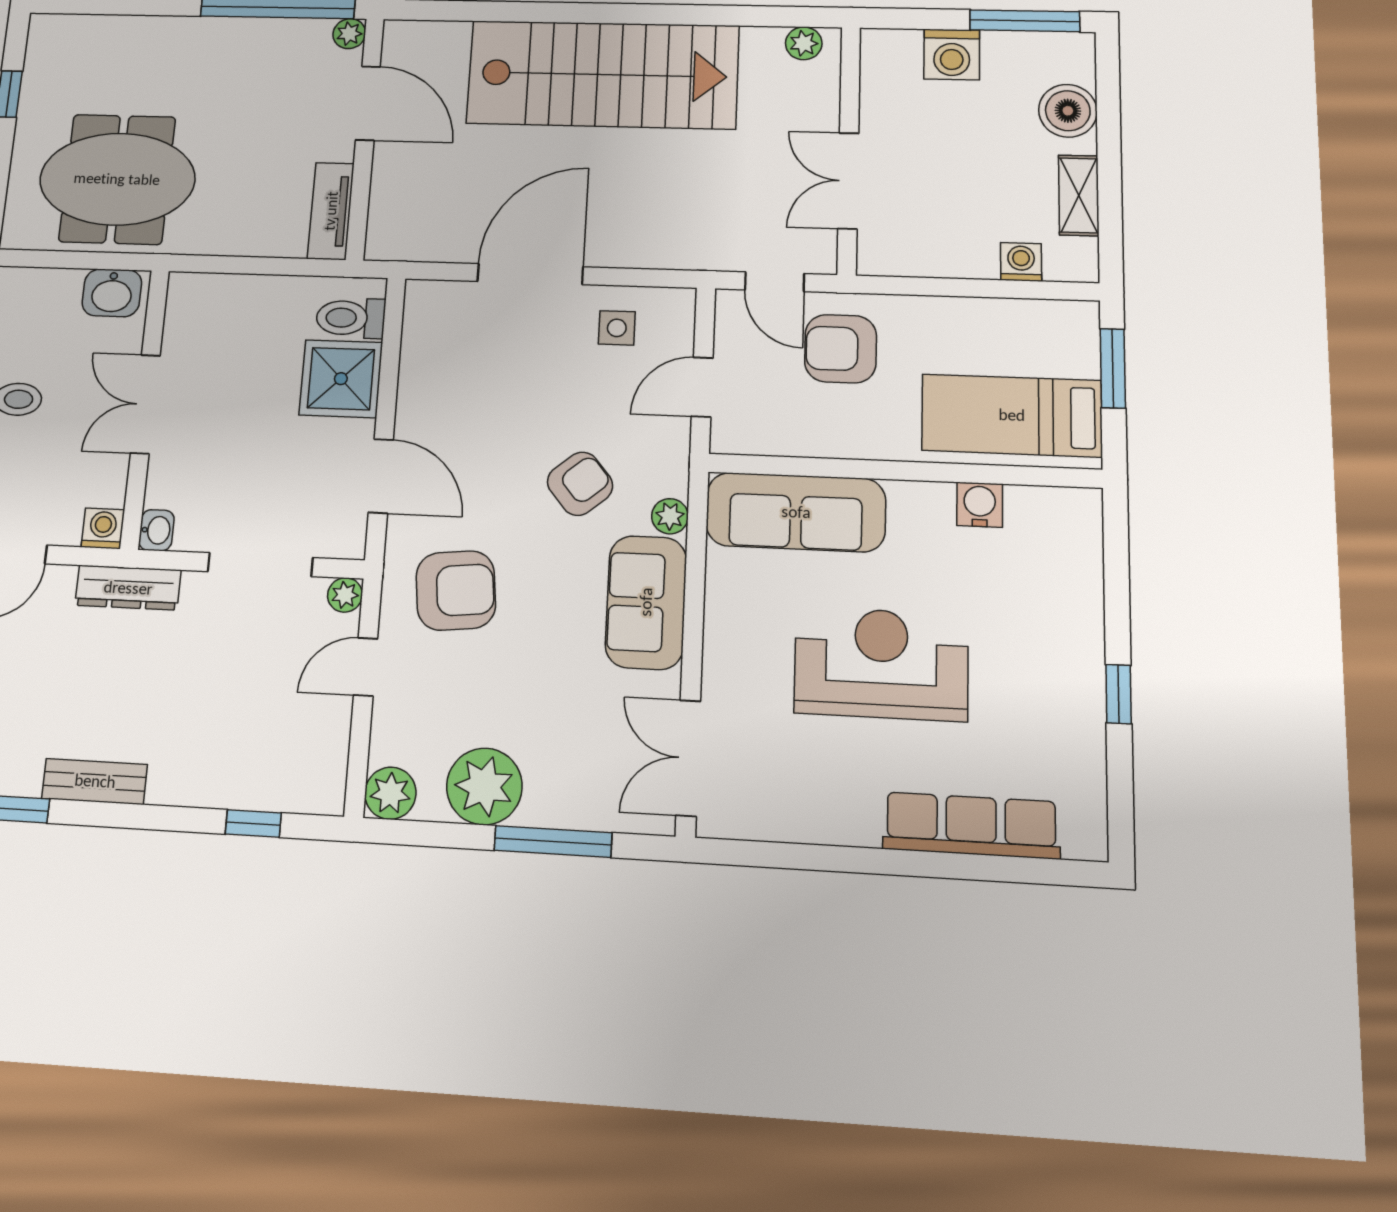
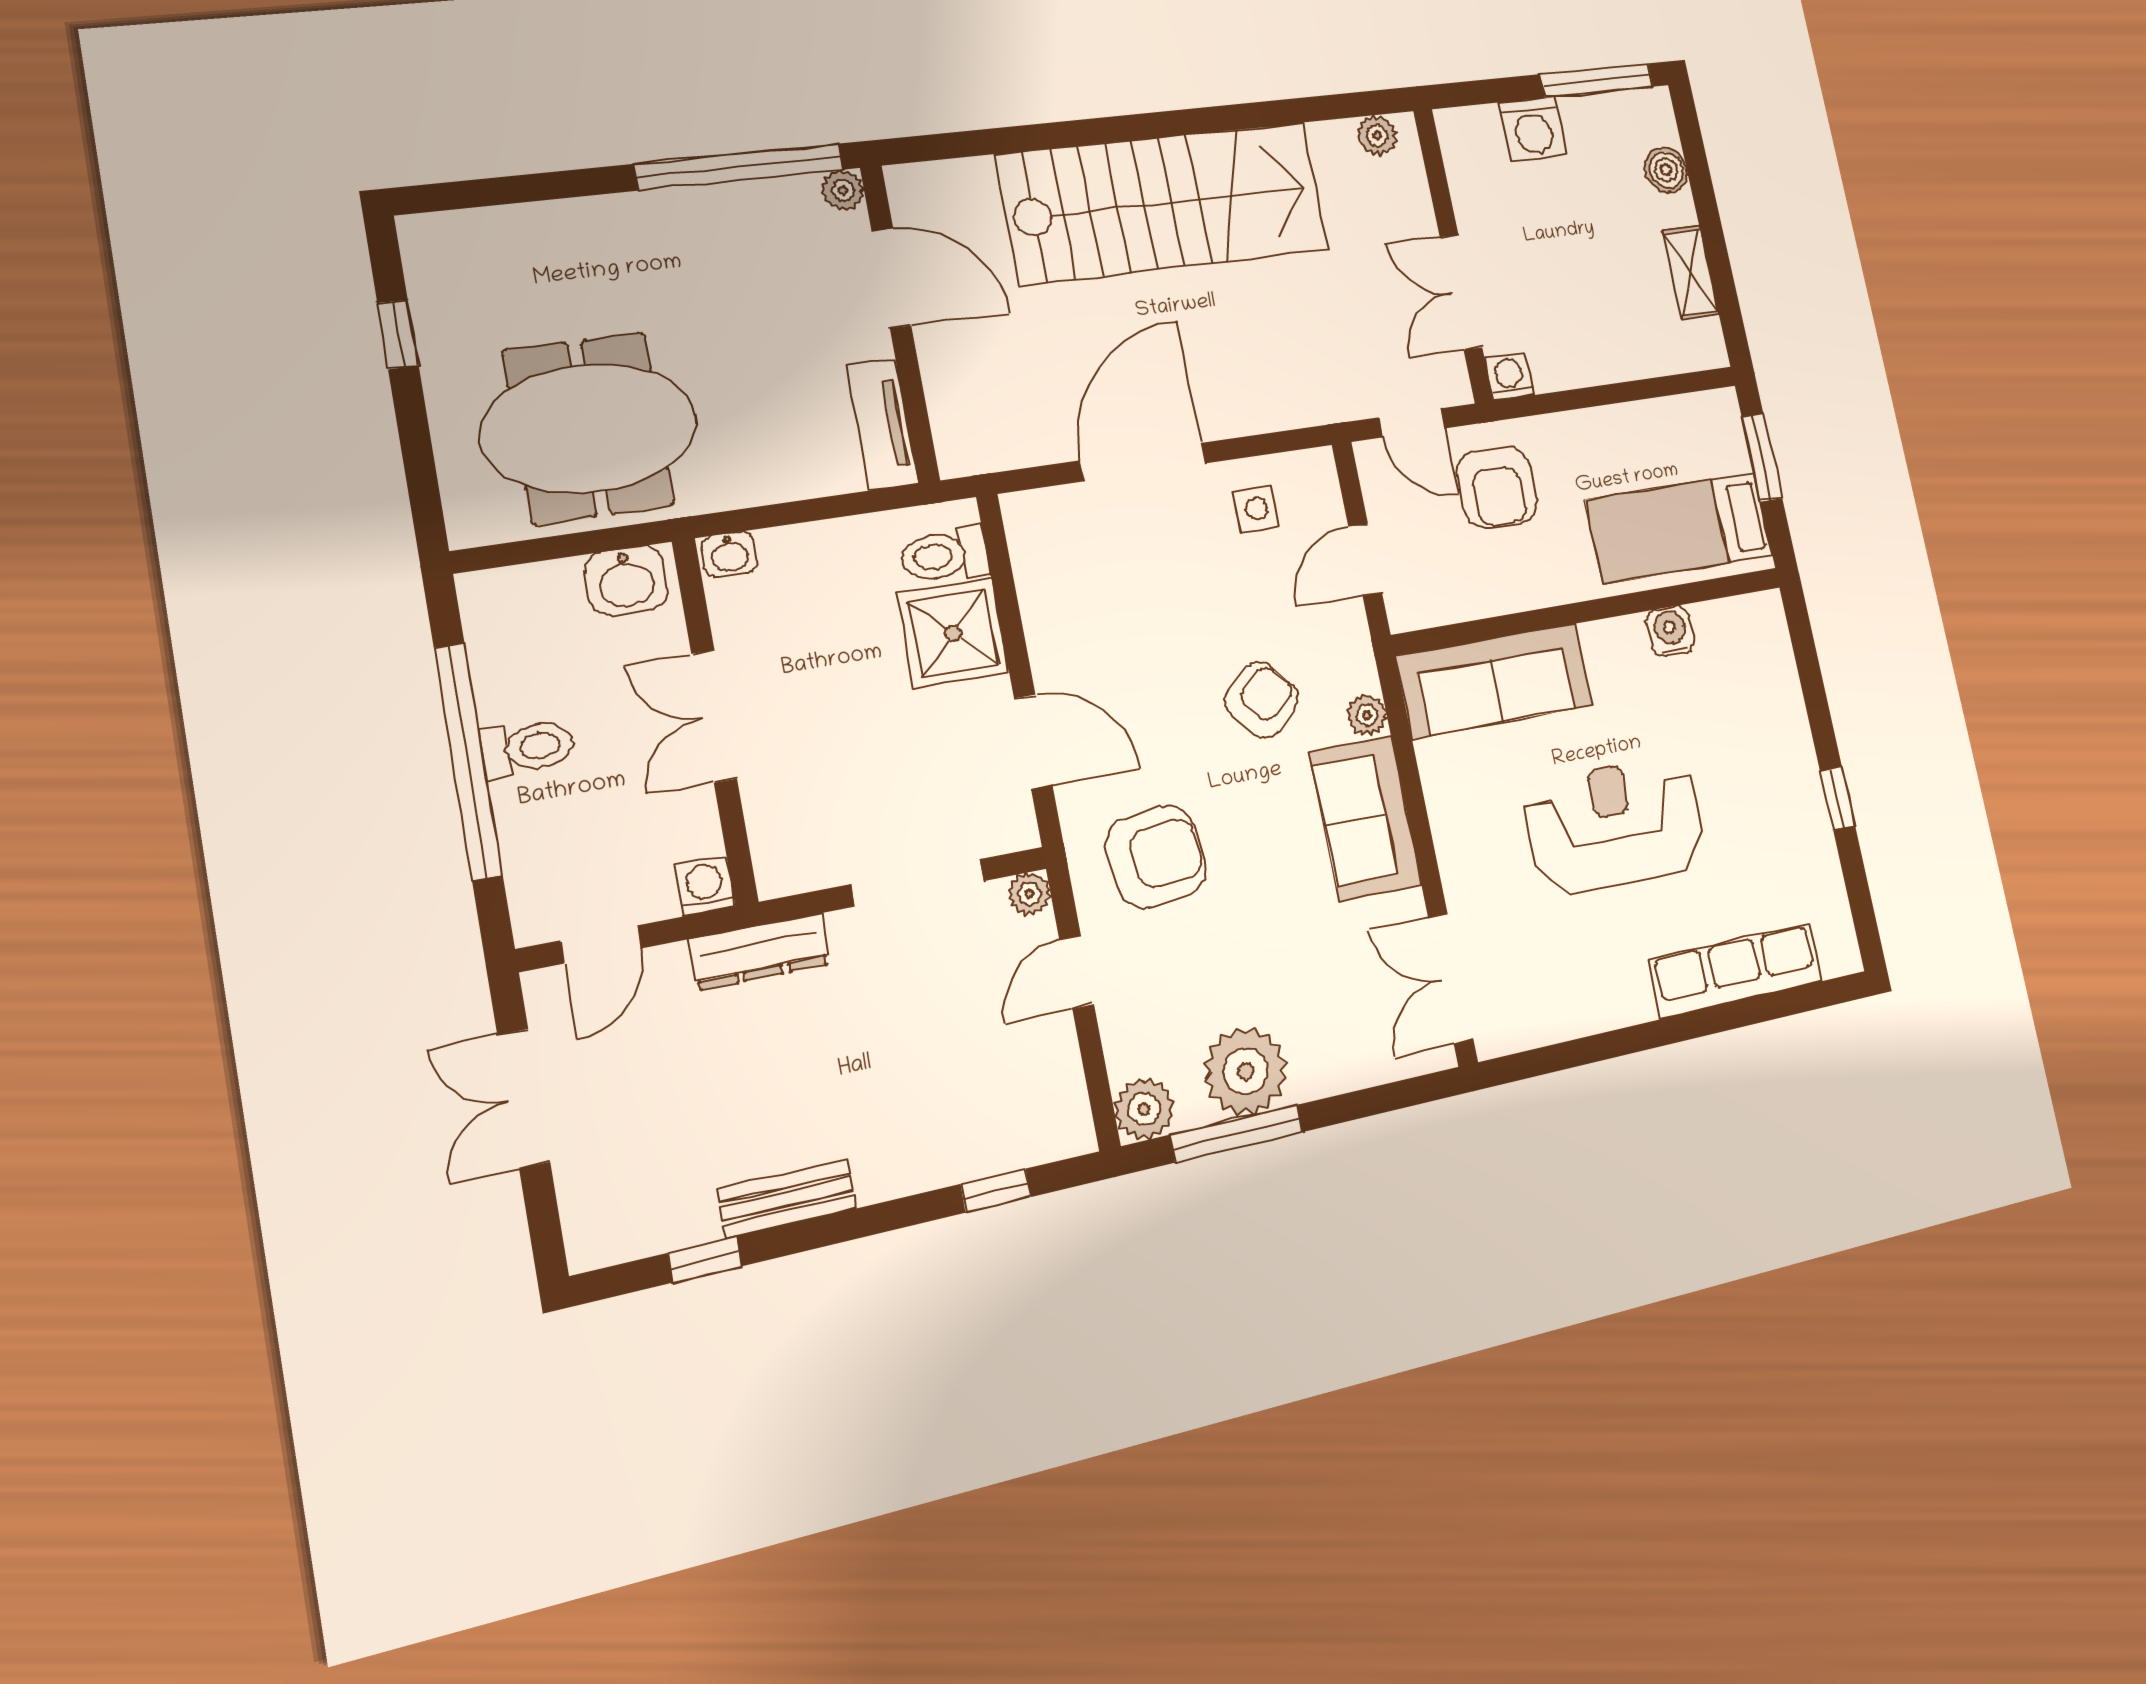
boiler: (1068, 111) -> (1666, 170), width x0.73, depth x0.73
washing machine: (1021, 262) -> (1509, 376), moved
armchair: (841, 349) -> (1497, 487), turned -90
washbasin: (156, 530) -> (729, 554), moved, turned 90
window: (553, 842) -> (1237, 1133), moved

